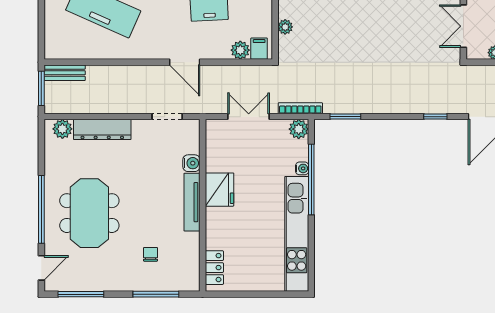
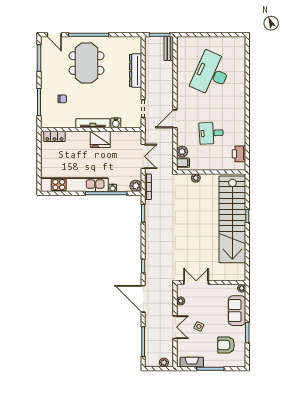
plant: (62, 129) -> (136, 47), removed
meeting table: (89, 213) -> (86, 63), turned 90

